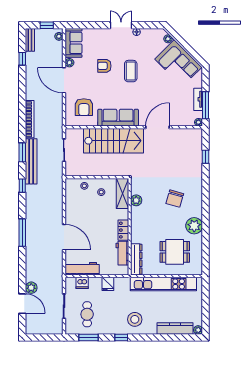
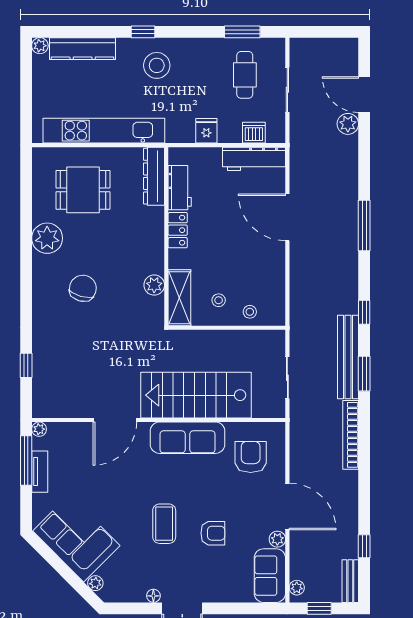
window: (121, 338) -> (143, 32), moved

